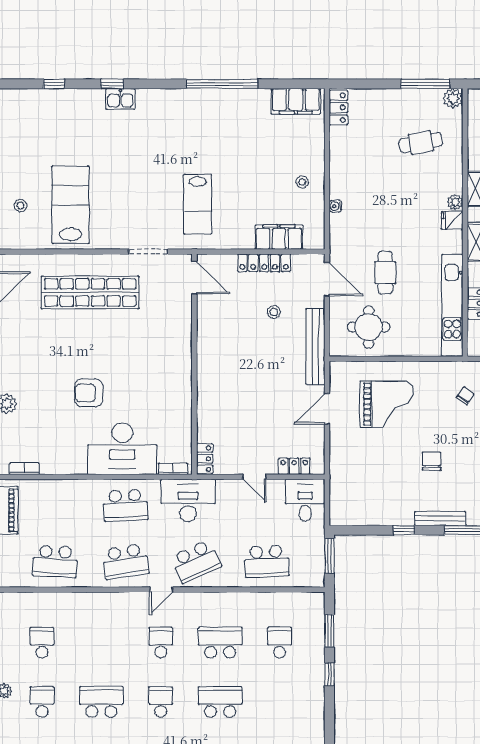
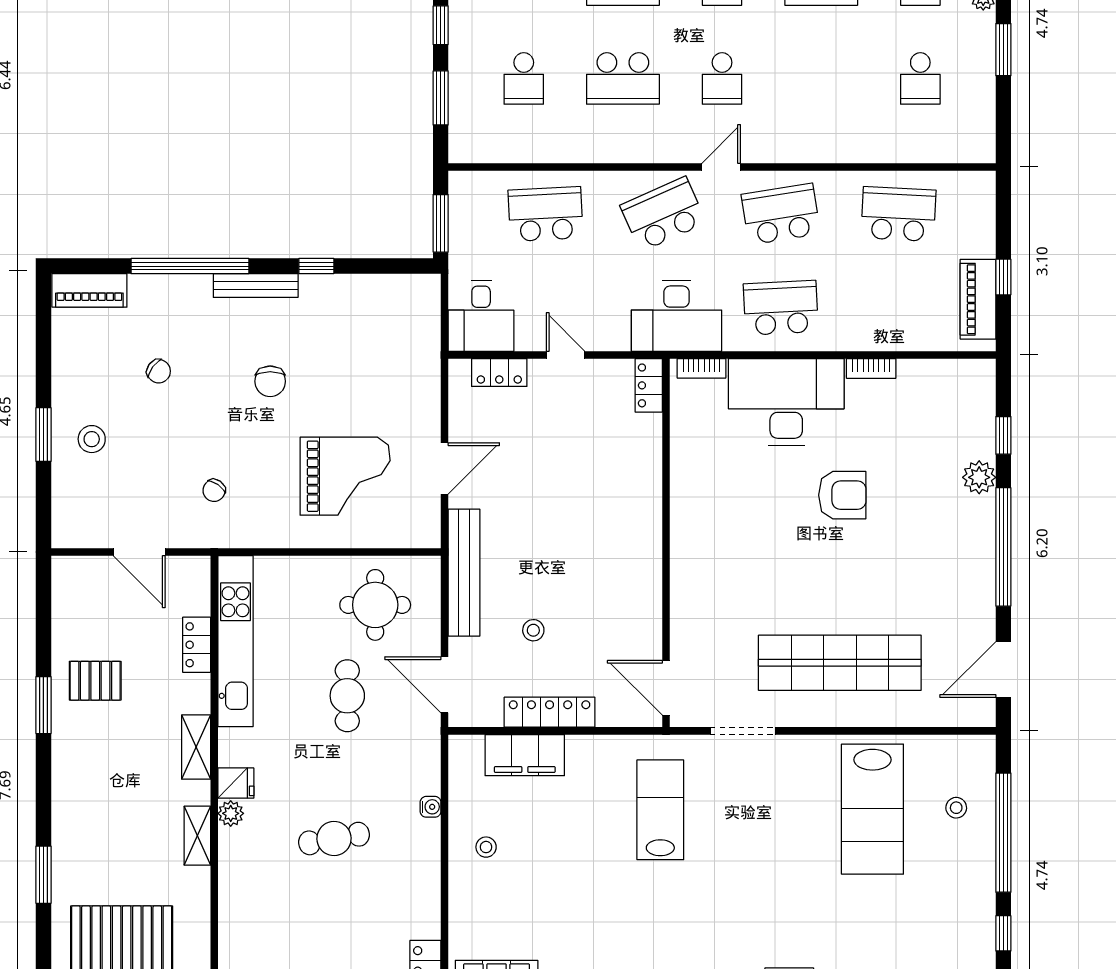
cafe table: (421, 143) -> (334, 839), moved
grand piano: (387, 404) -> (345, 476), turned 180
bookcase: (24, 469) -> (871, 368), moved

